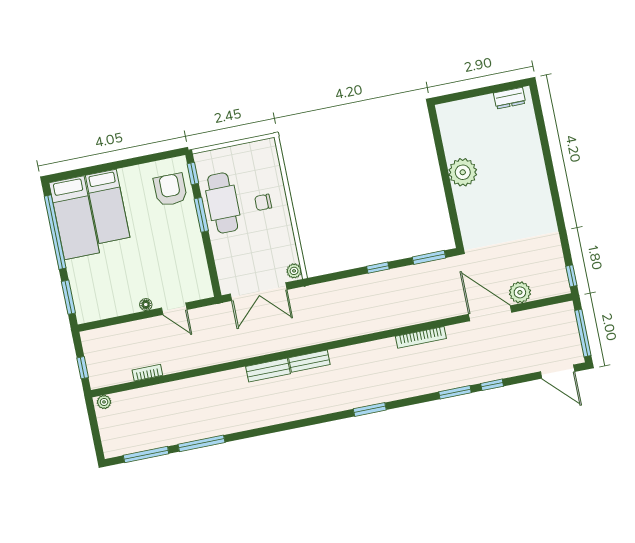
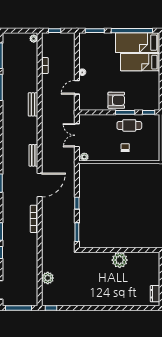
armchair: (170, 190) -> (116, 100), moved
cafe table: (223, 203) -> (129, 125), width x0.73, depth x0.74
double door: (259, 292) -> (77, 135), width x0.73
door: (490, 313) -> (40, 185), moved
bench: (268, 370) -> (33, 104), moved

